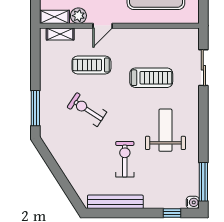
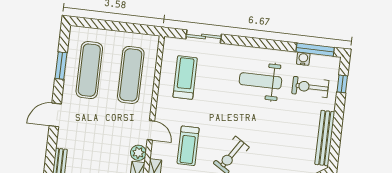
treadmill: (151, 78) -> (185, 77), moved
exercise bike: (125, 159) -> (310, 87), moved
water cooler: (193, 202) -> (303, 59), moved

